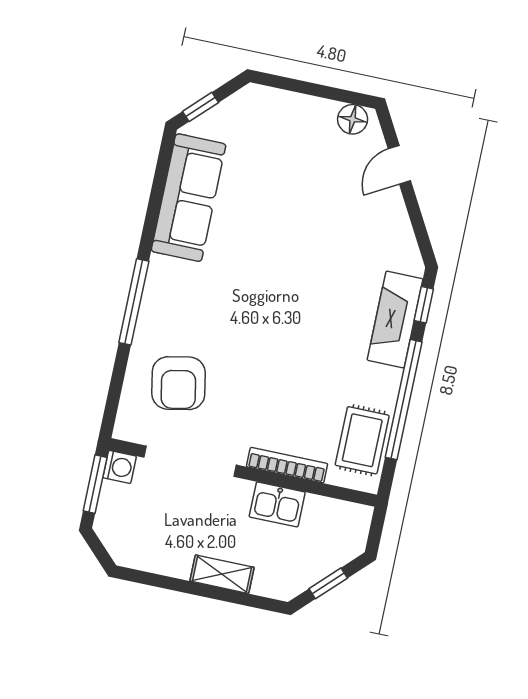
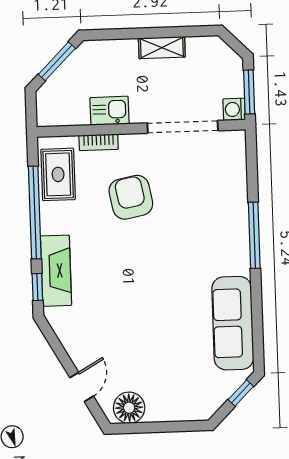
floor lamp: (353, 119) -> (129, 408), width x1.38, depth x1.38
armchair: (178, 383) -> (131, 197), moved
bookcase: (287, 465) -> (99, 142), width x0.64
shelving: (222, 574) -> (162, 48), moved
window: (328, 583) -> (57, 61), width x1.50

